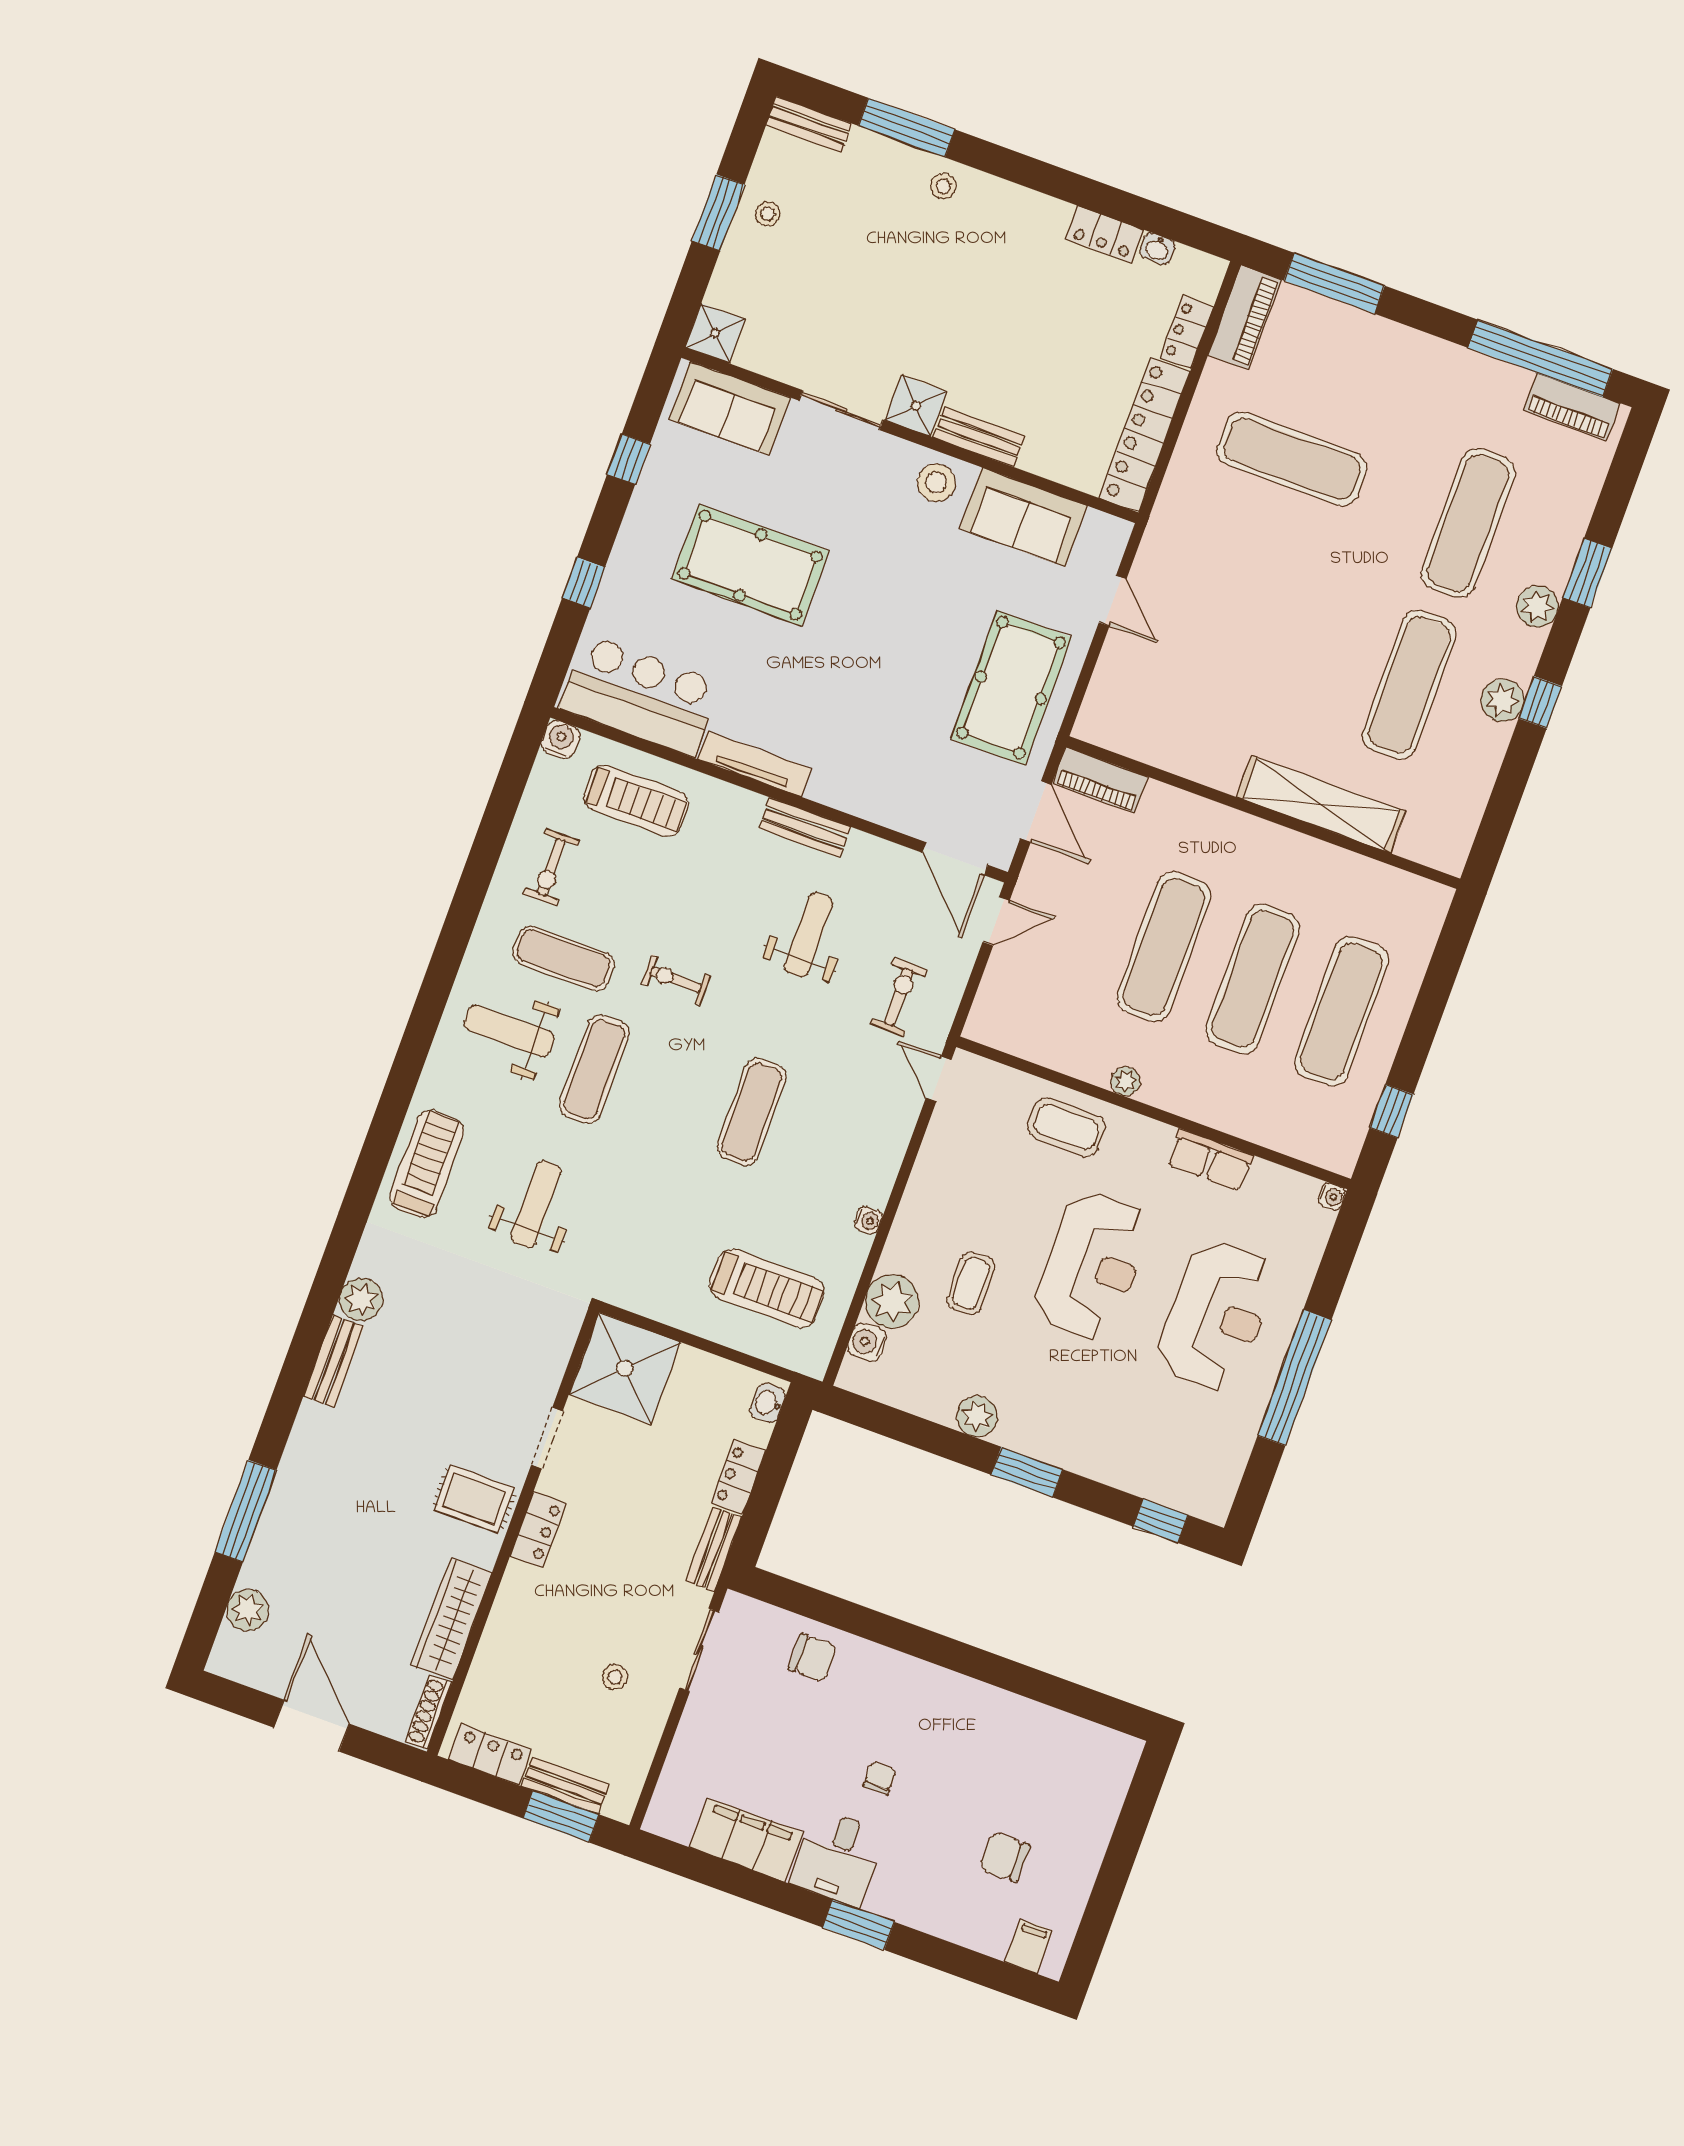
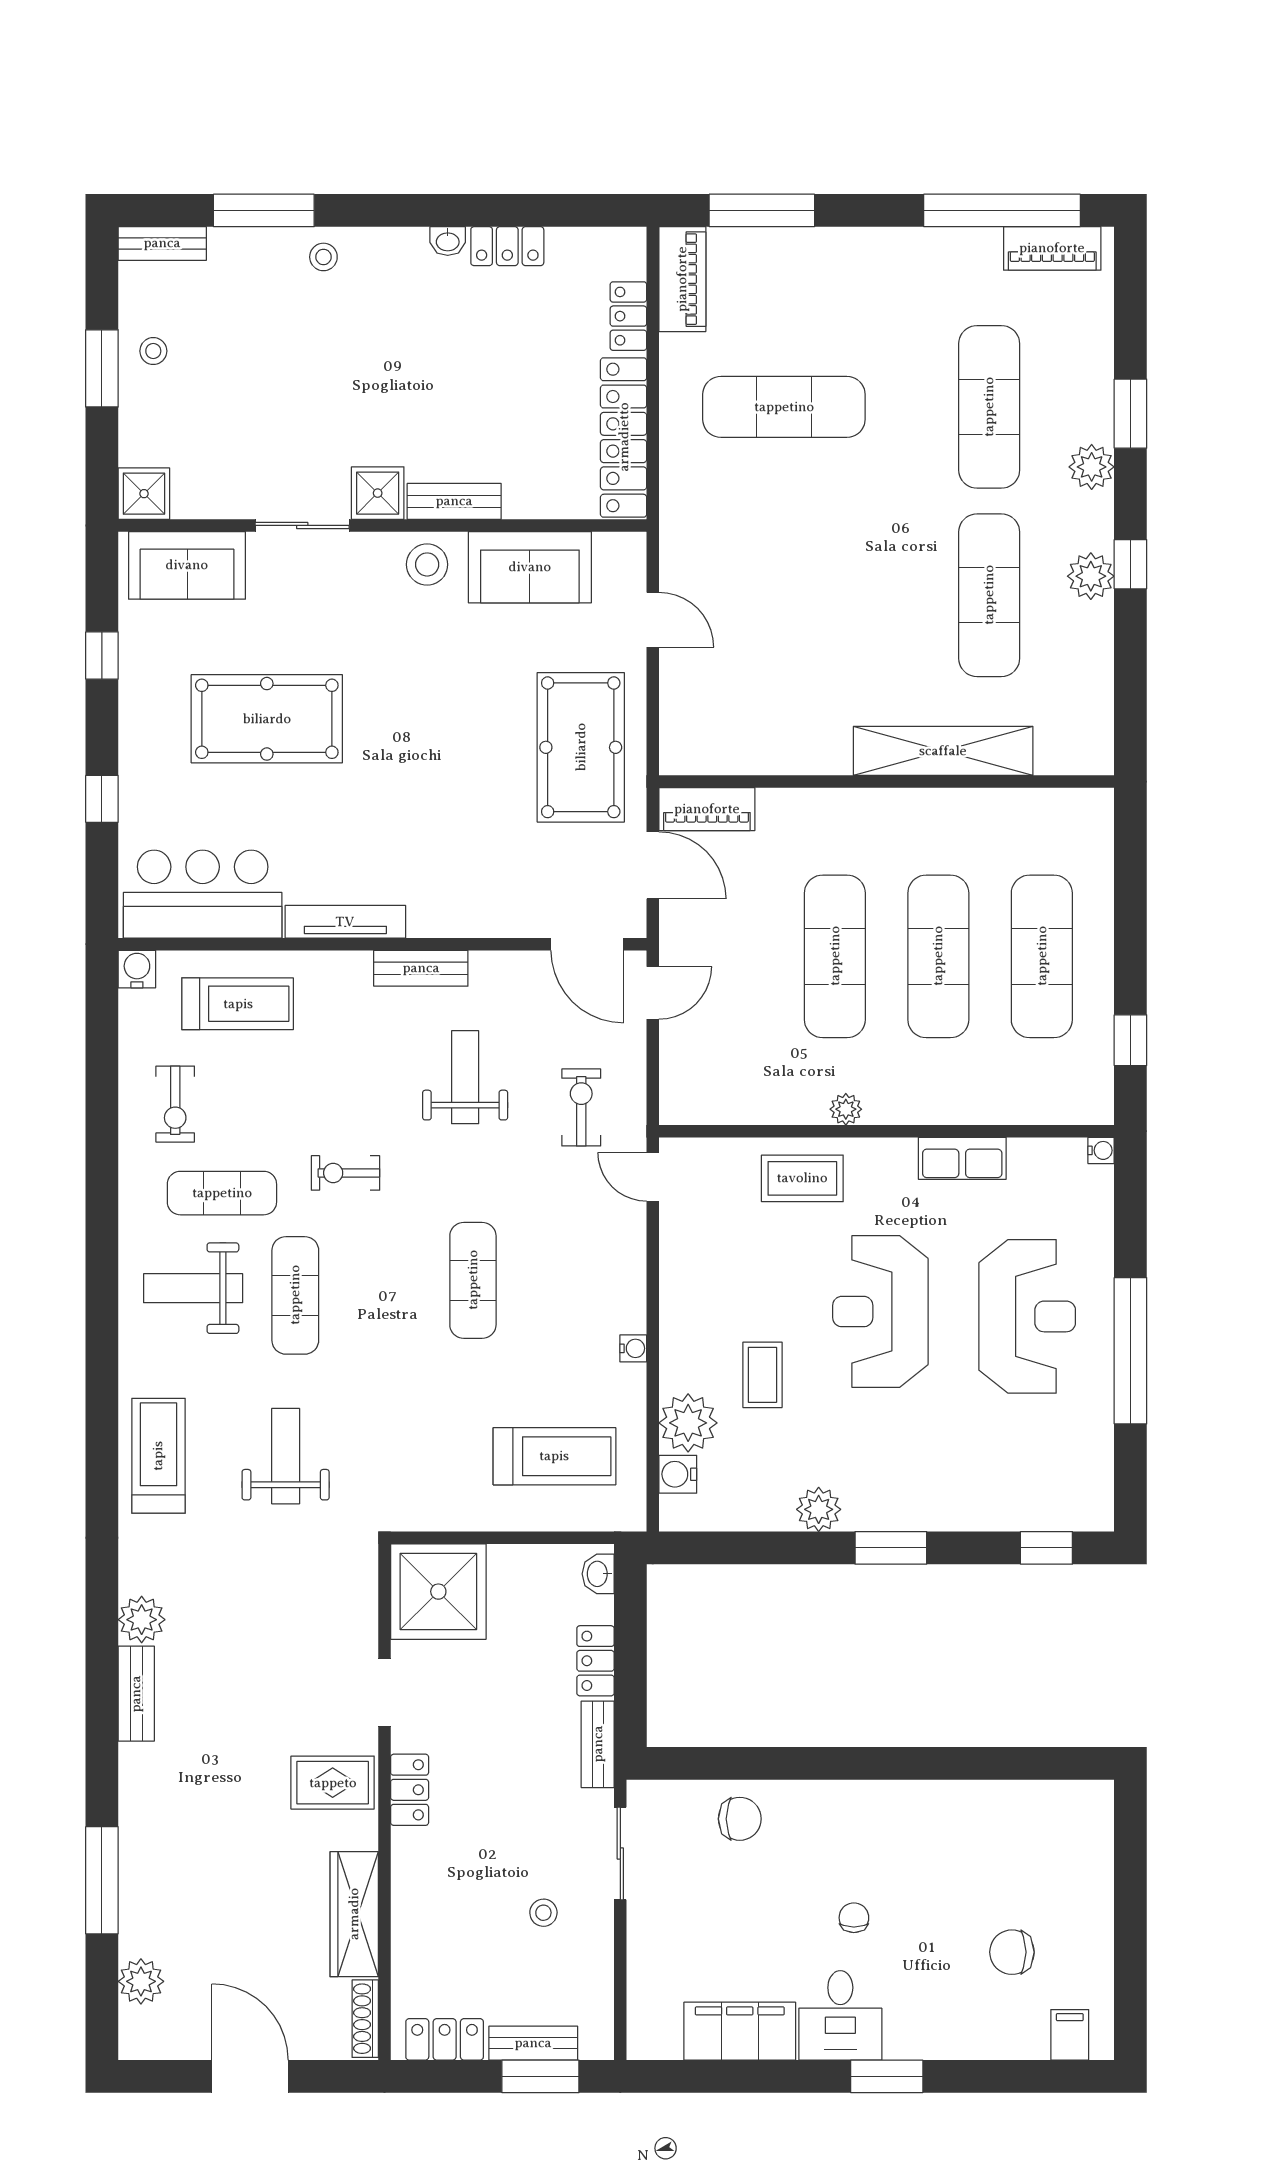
washbasin: (1157, 249) -> (448, 241), moved
reception desk: (1092, 1266) -> (880, 1312), turned 180

